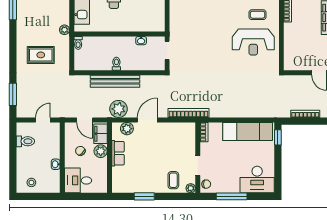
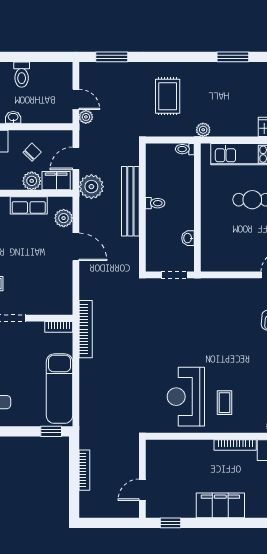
plant: (118, 109) -> (91, 187), moved
plant: (55, 113) -> (86, 117), added
bookcase: (188, 113) -> (86, 329), moved
toilet: (25, 141) -> (22, 75), moved

